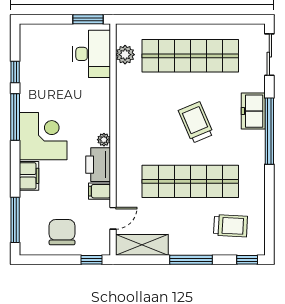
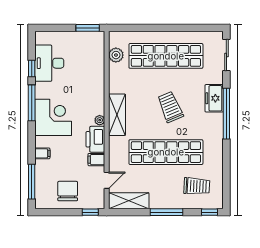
desk: (92, 54) -> (49, 63), moved, turned 180
shelving: (126, 132) -> (117, 115), added
filing cabinet: (29, 176) -> (42, 153), width x0.50

